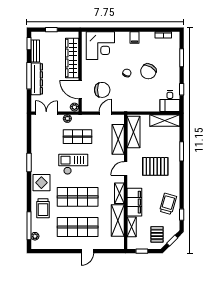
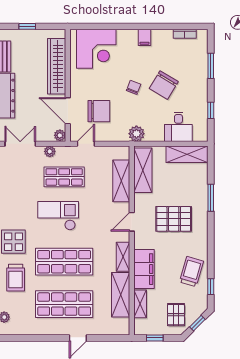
desk: (170, 101) -> (178, 127), moved
plant: (129, 106) -> (136, 134), added
door: (106, 113) -> (86, 144), moved

